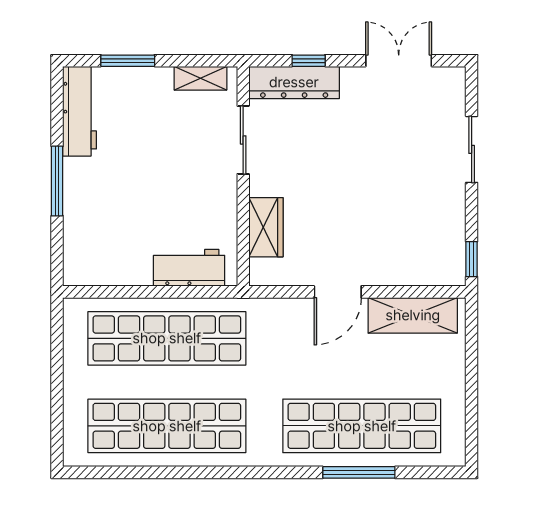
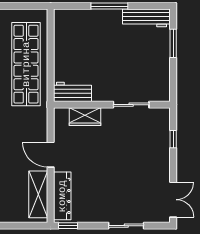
double door: (399, 61) -> (173, 200), moved
shelving: (200, 78) -> (164, 82), removed
dresser: (294, 82) -> (62, 196), moved, turned 180
workbench: (189, 268) -> (73, 92), moved, turned -90

